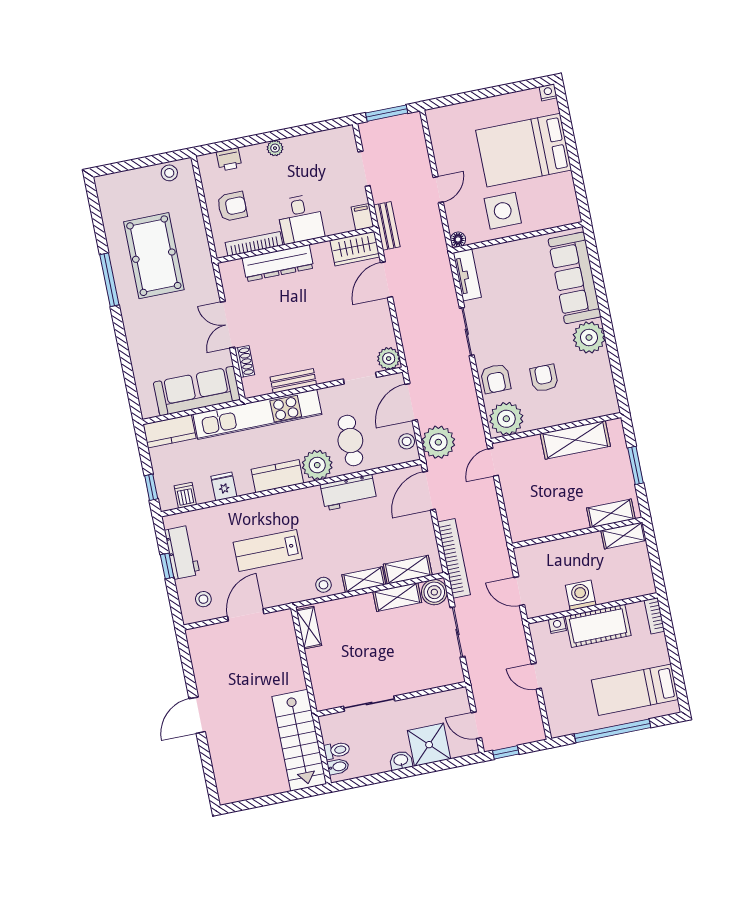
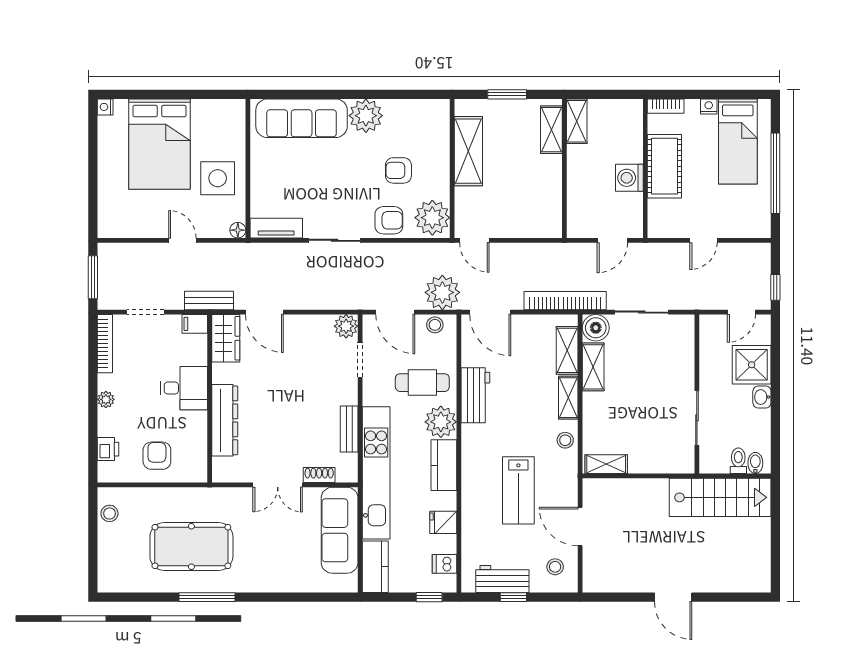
bookcase: (254, 244) -> (105, 344), moved, turned 180
nightstand: (557, 625) -> (709, 106), moved, turned 90

